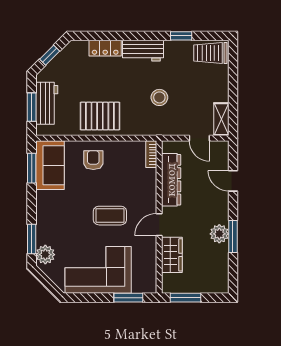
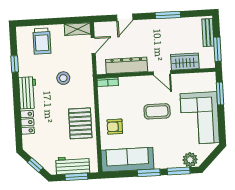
trolley: (210, 53) -> (42, 41), moved
sofa: (50, 165) -> (127, 160), width x1.36
window: (32, 168) -> (149, 173), moved
coffee table: (110, 216) -> (157, 111), turned 90
plant: (219, 234) -> (166, 26), removed
bench: (207, 287) -> (208, 33), added

